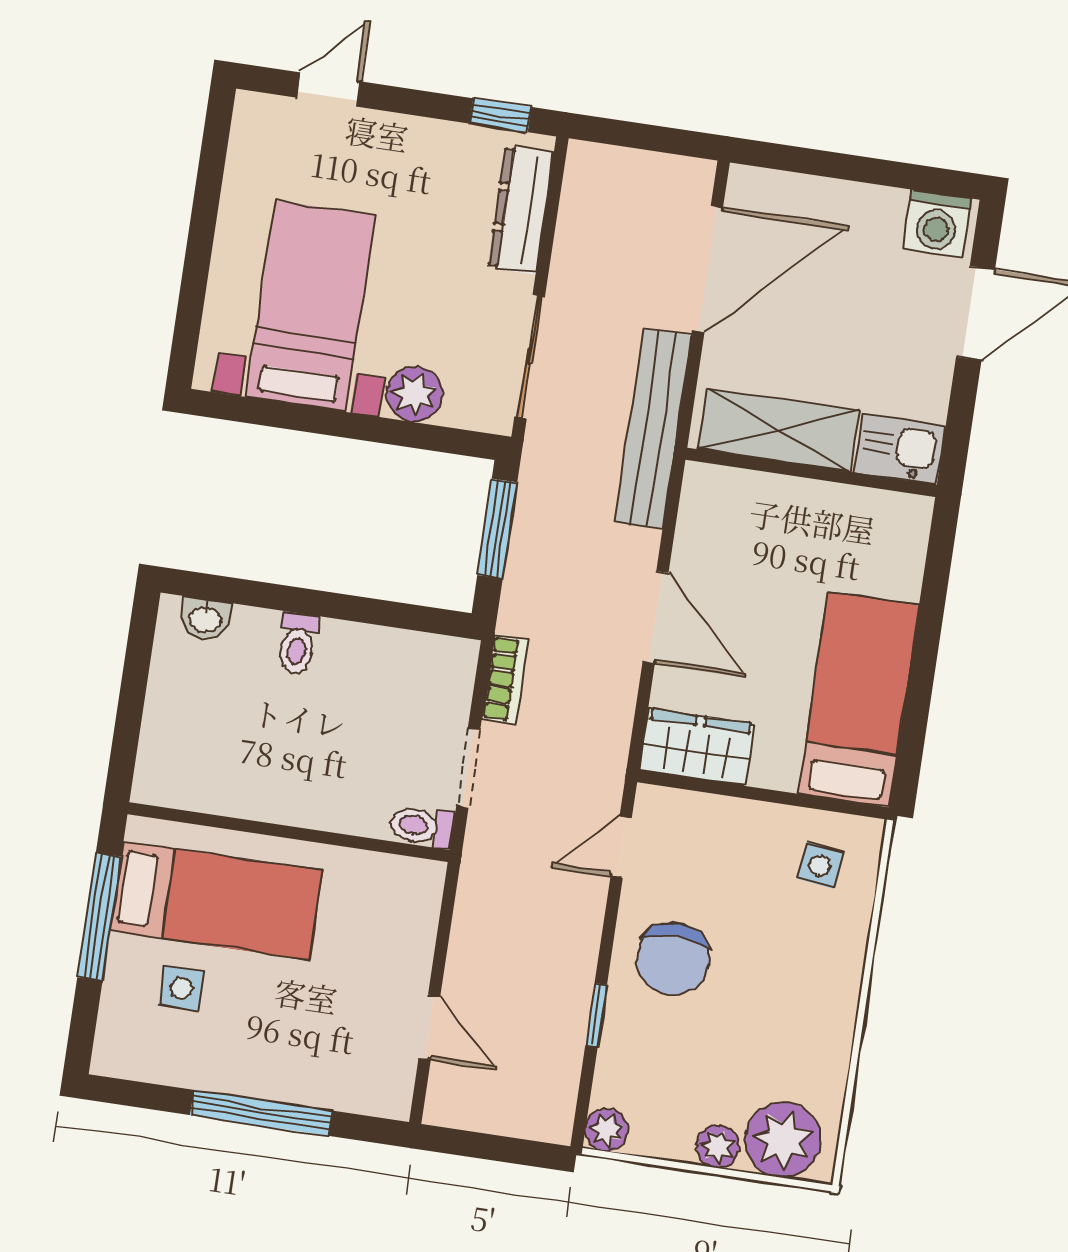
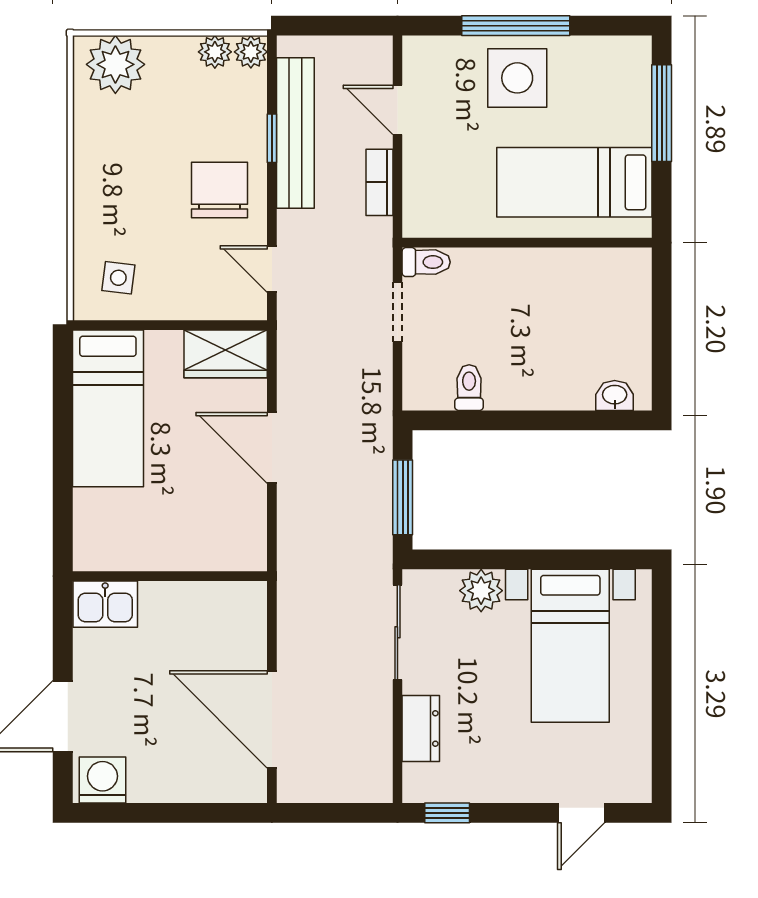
dresser: (521, 210) -> (421, 728), width x0.70
door: (708, 269) -> (272, 719), hinge flipped
bench: (653, 428) -> (295, 133), moved
shelving: (778, 430) -> (200, 605), removed
toilet: (298, 643) -> (469, 388), moved
bookcase: (505, 679) -> (379, 182), moved
door: (621, 847) -> (272, 269), swing flipped
window: (99, 917) -> (662, 113), moved
side table: (182, 988) -> (517, 78), moved, width x1.87, depth x1.87
plant: (718, 1147) -> (215, 52), moved

